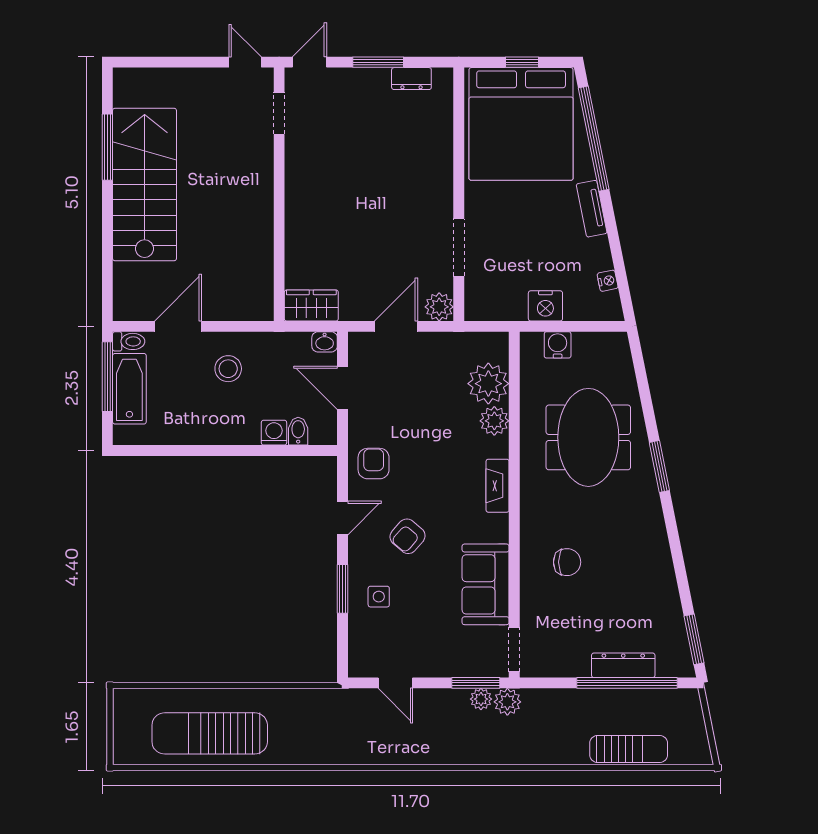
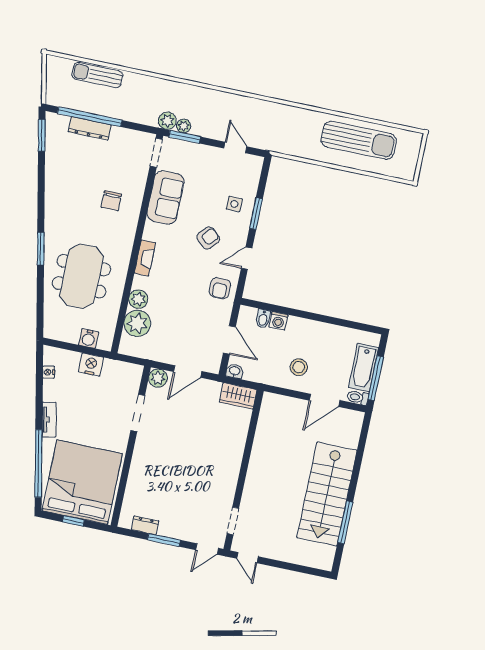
chair: (567, 562) -> (111, 201), turned -90

